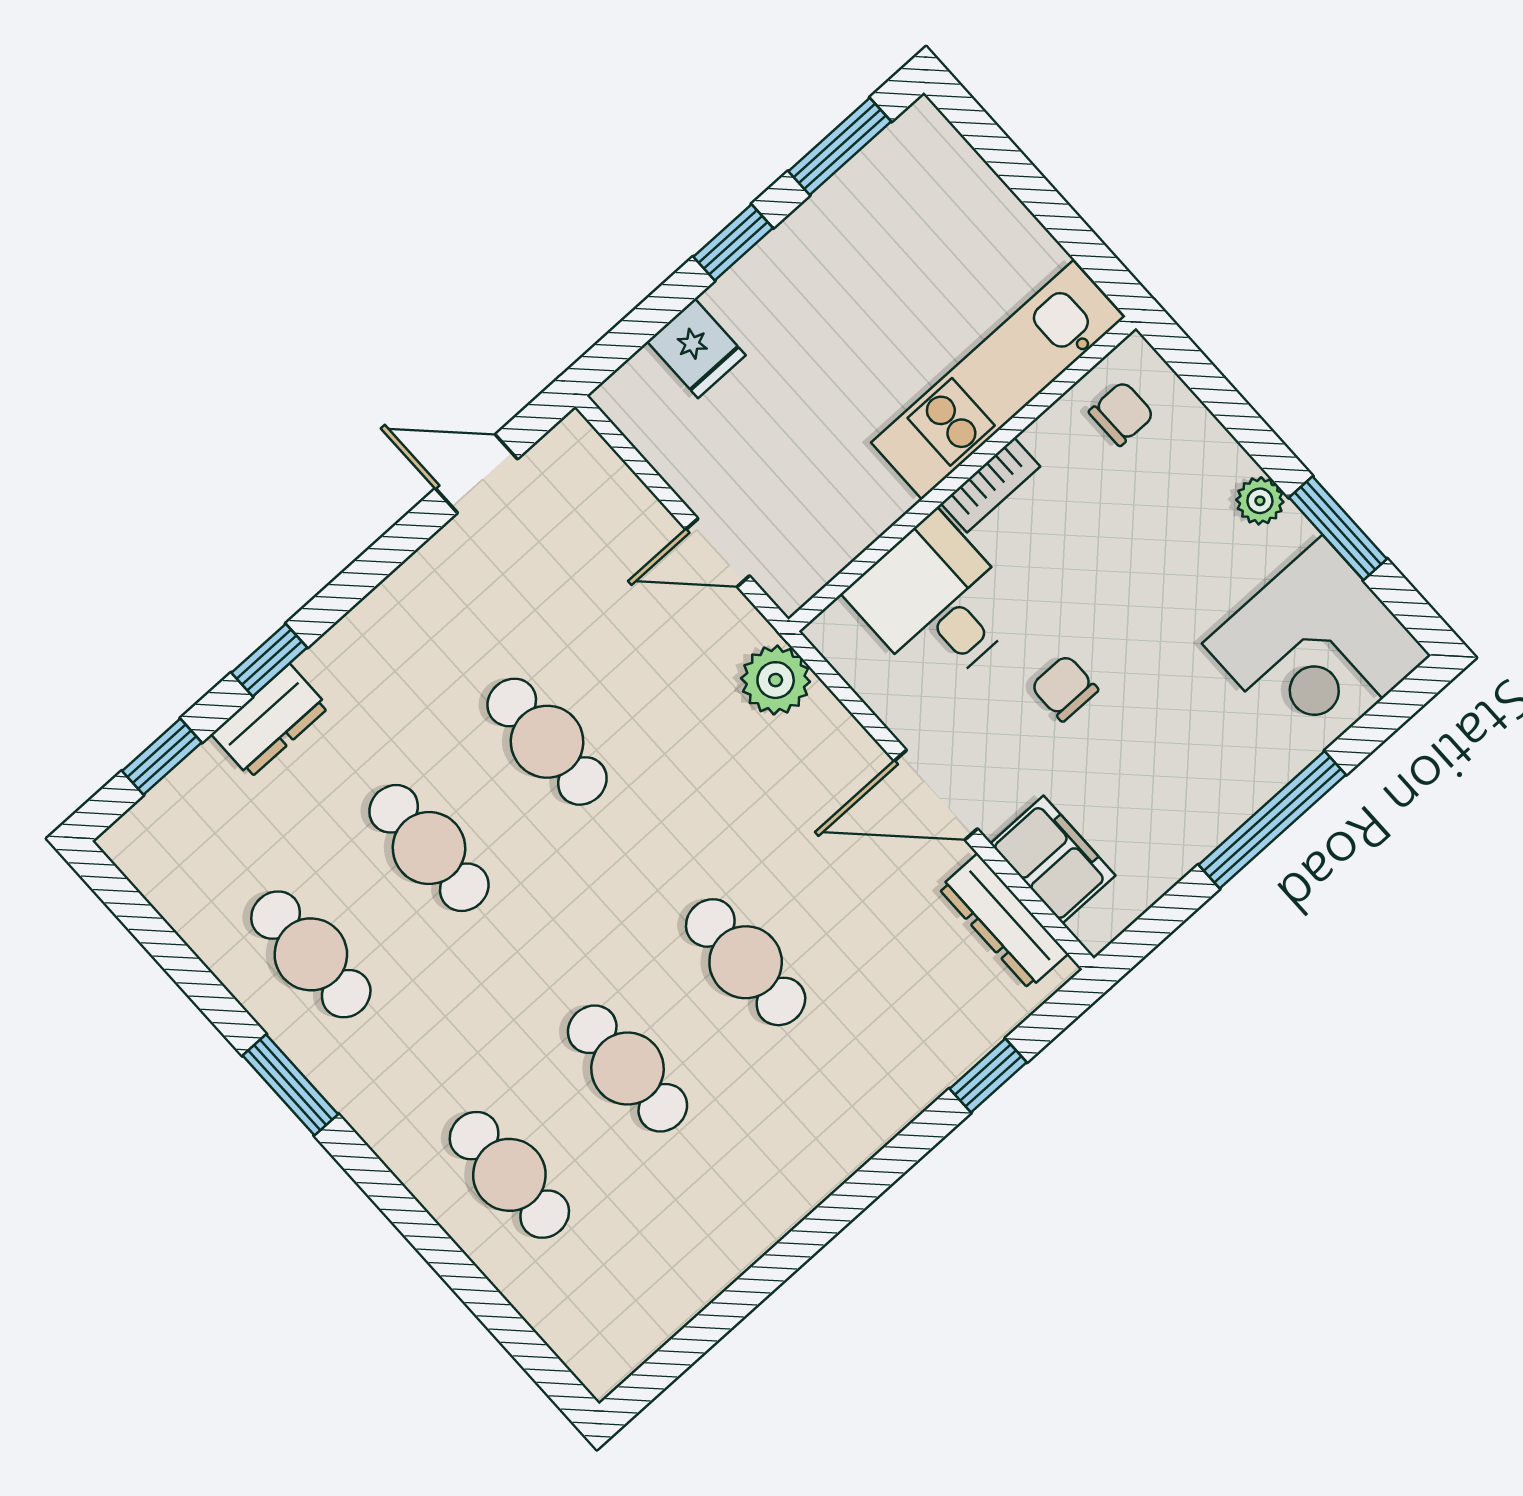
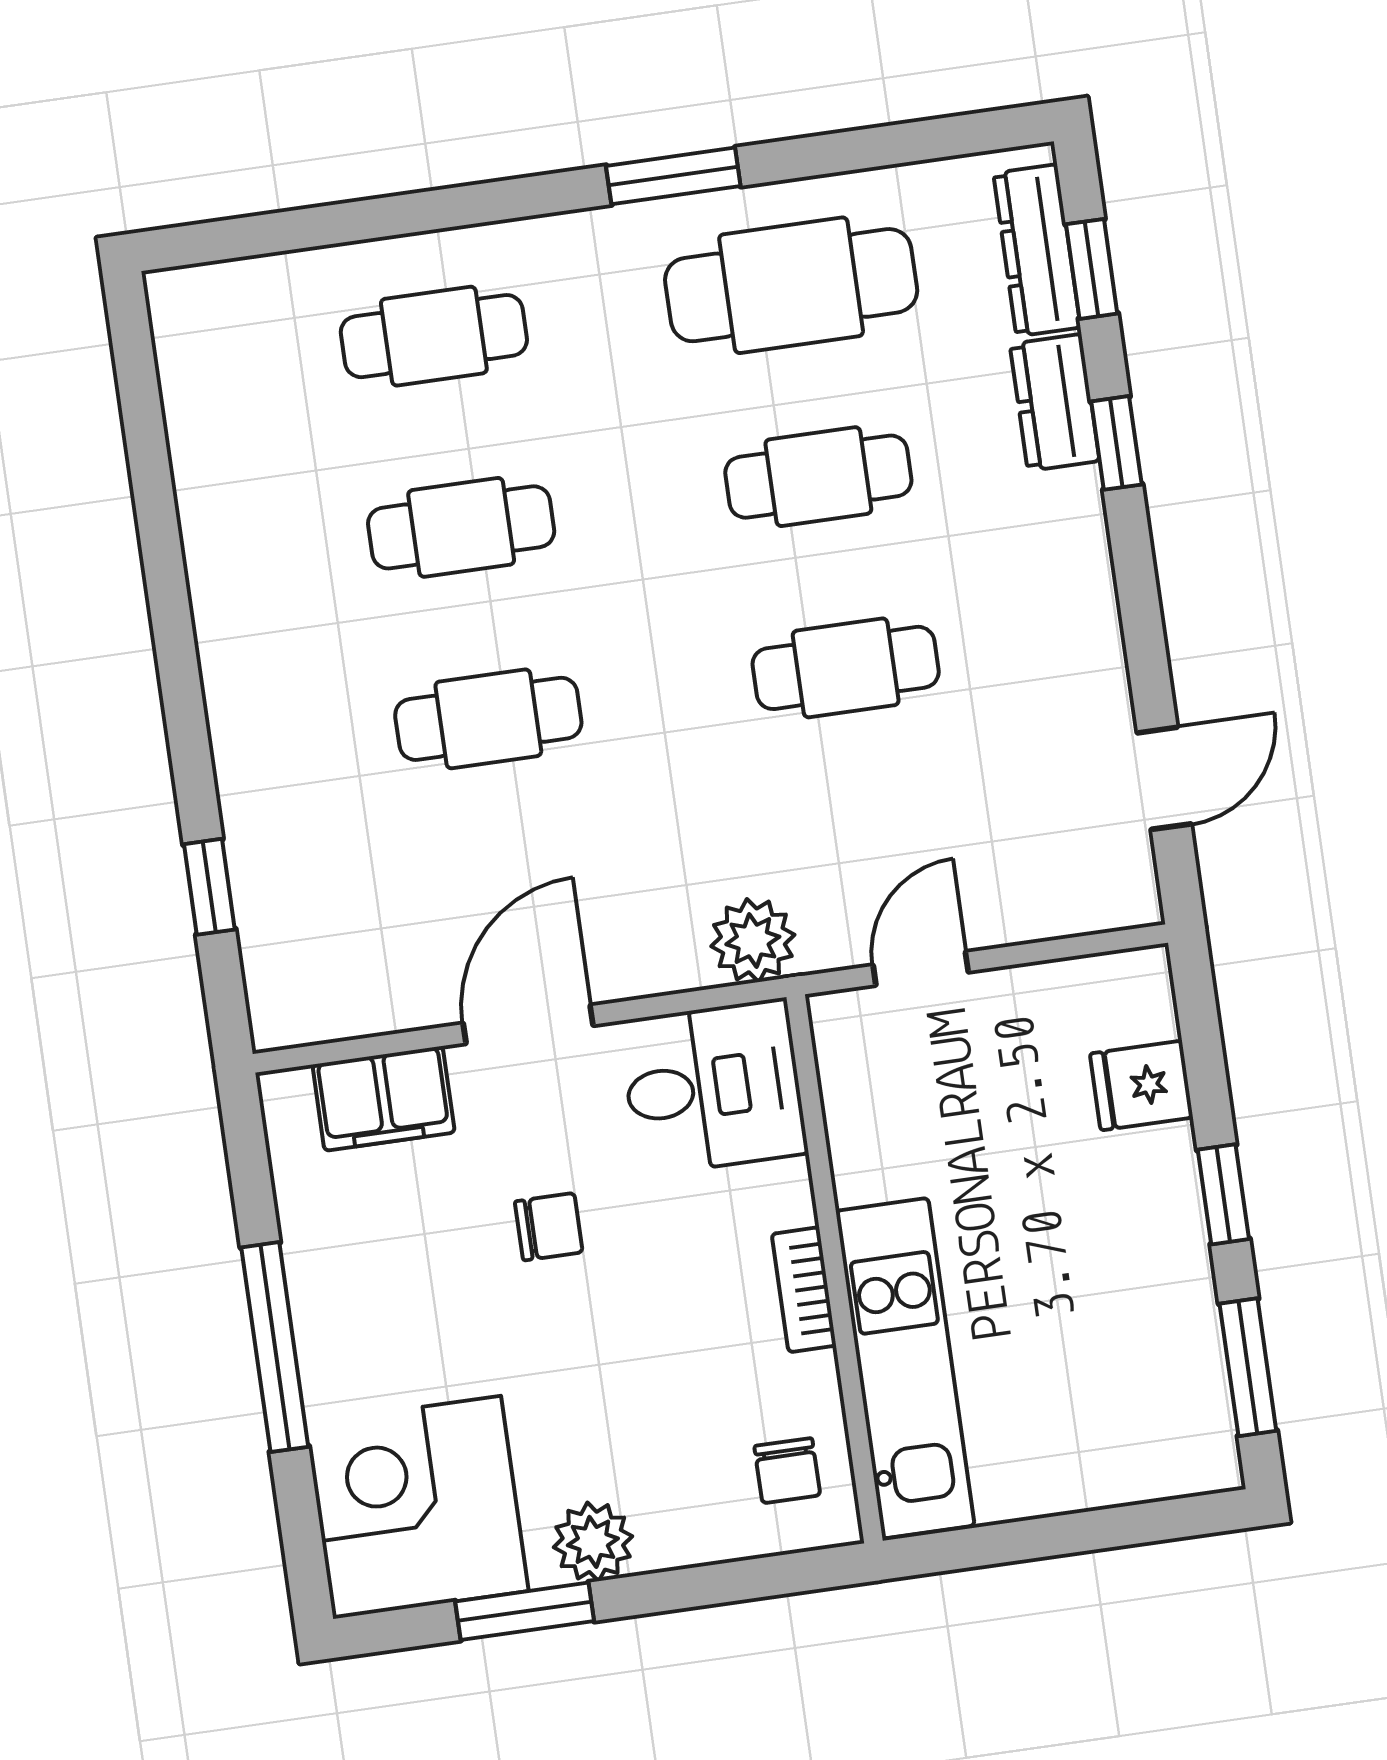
plant: (1260, 501) -> (593, 1542), width x1.38, depth x1.38
desk: (935, 602) -> (713, 1087), moved
dresser: (1003, 921) -> (1037, 250), moved, turned -90
cafe table: (311, 954) -> (791, 285), width x1.37, depth x1.35

